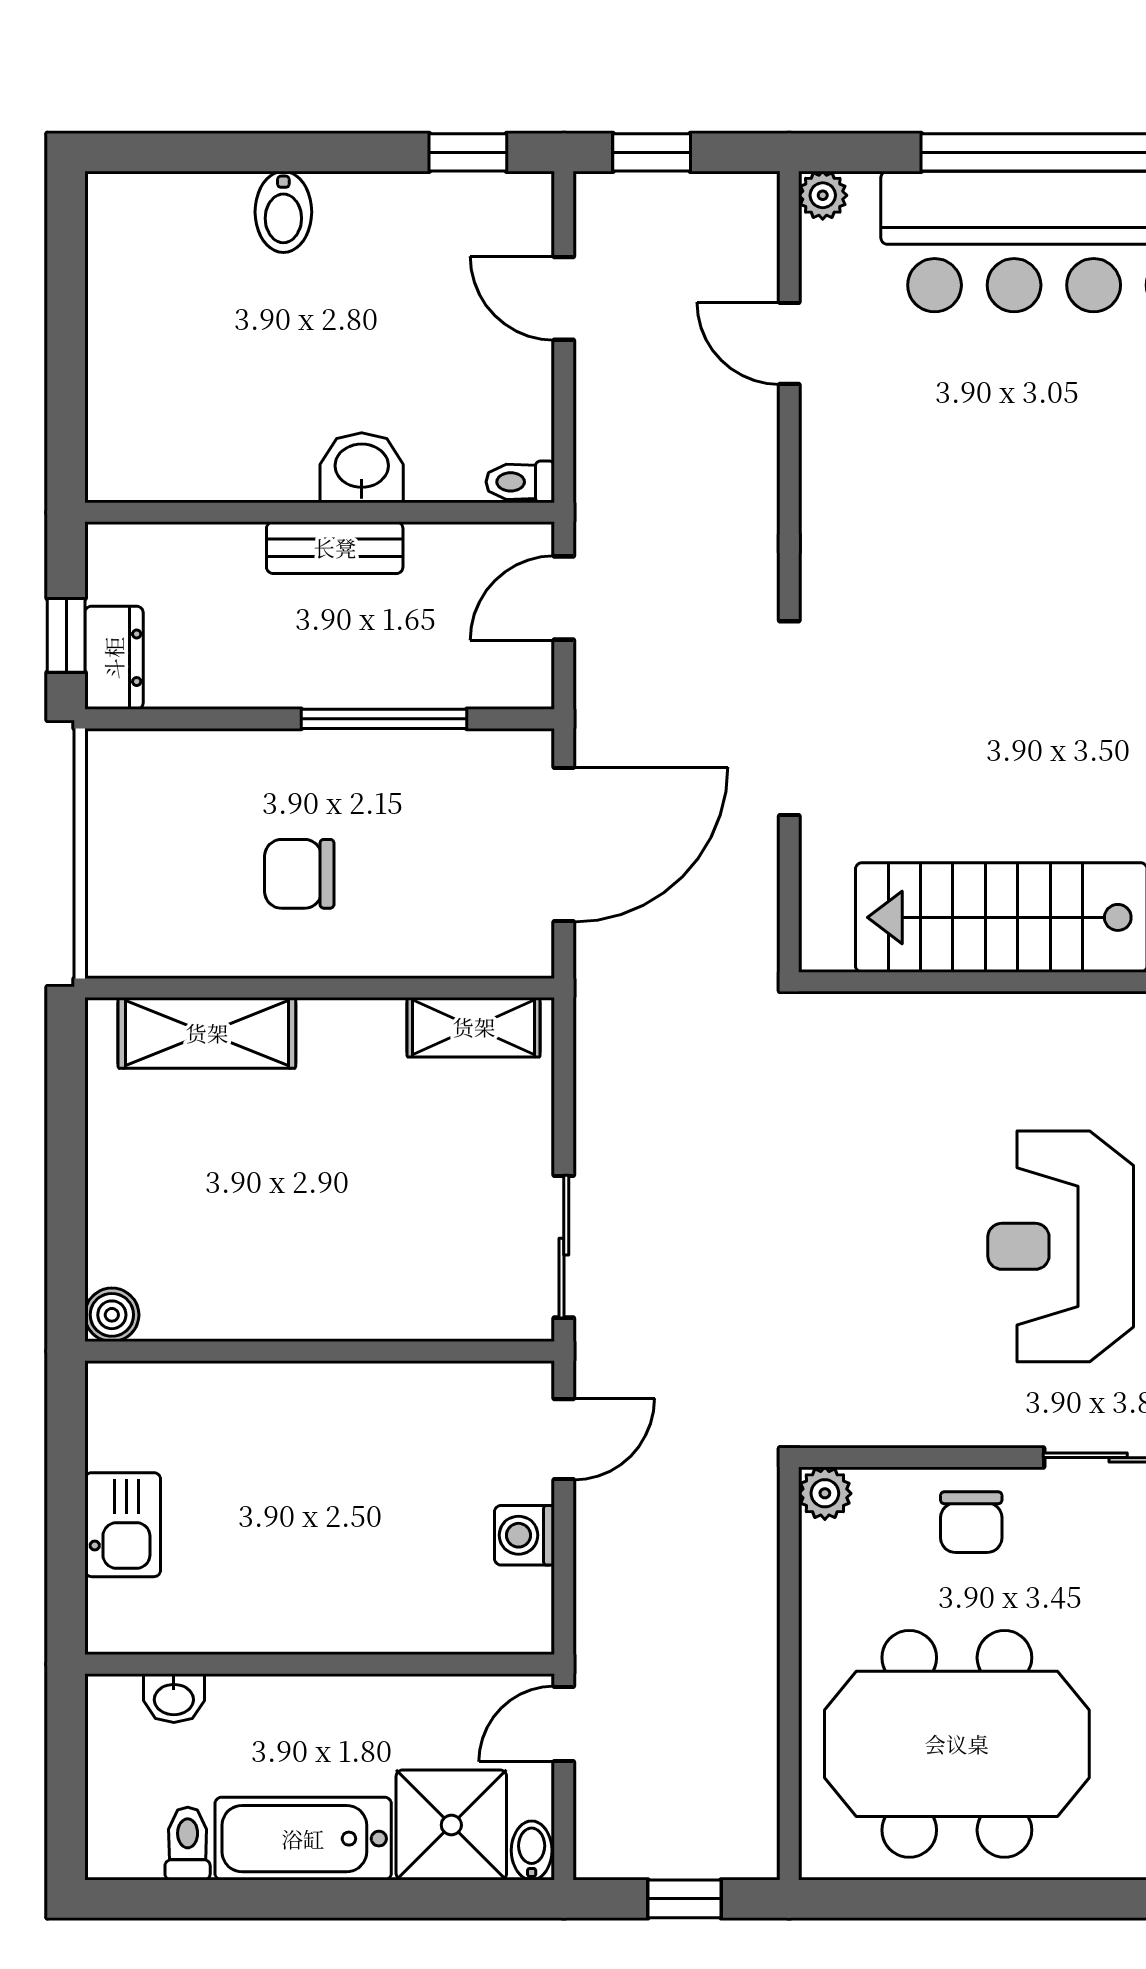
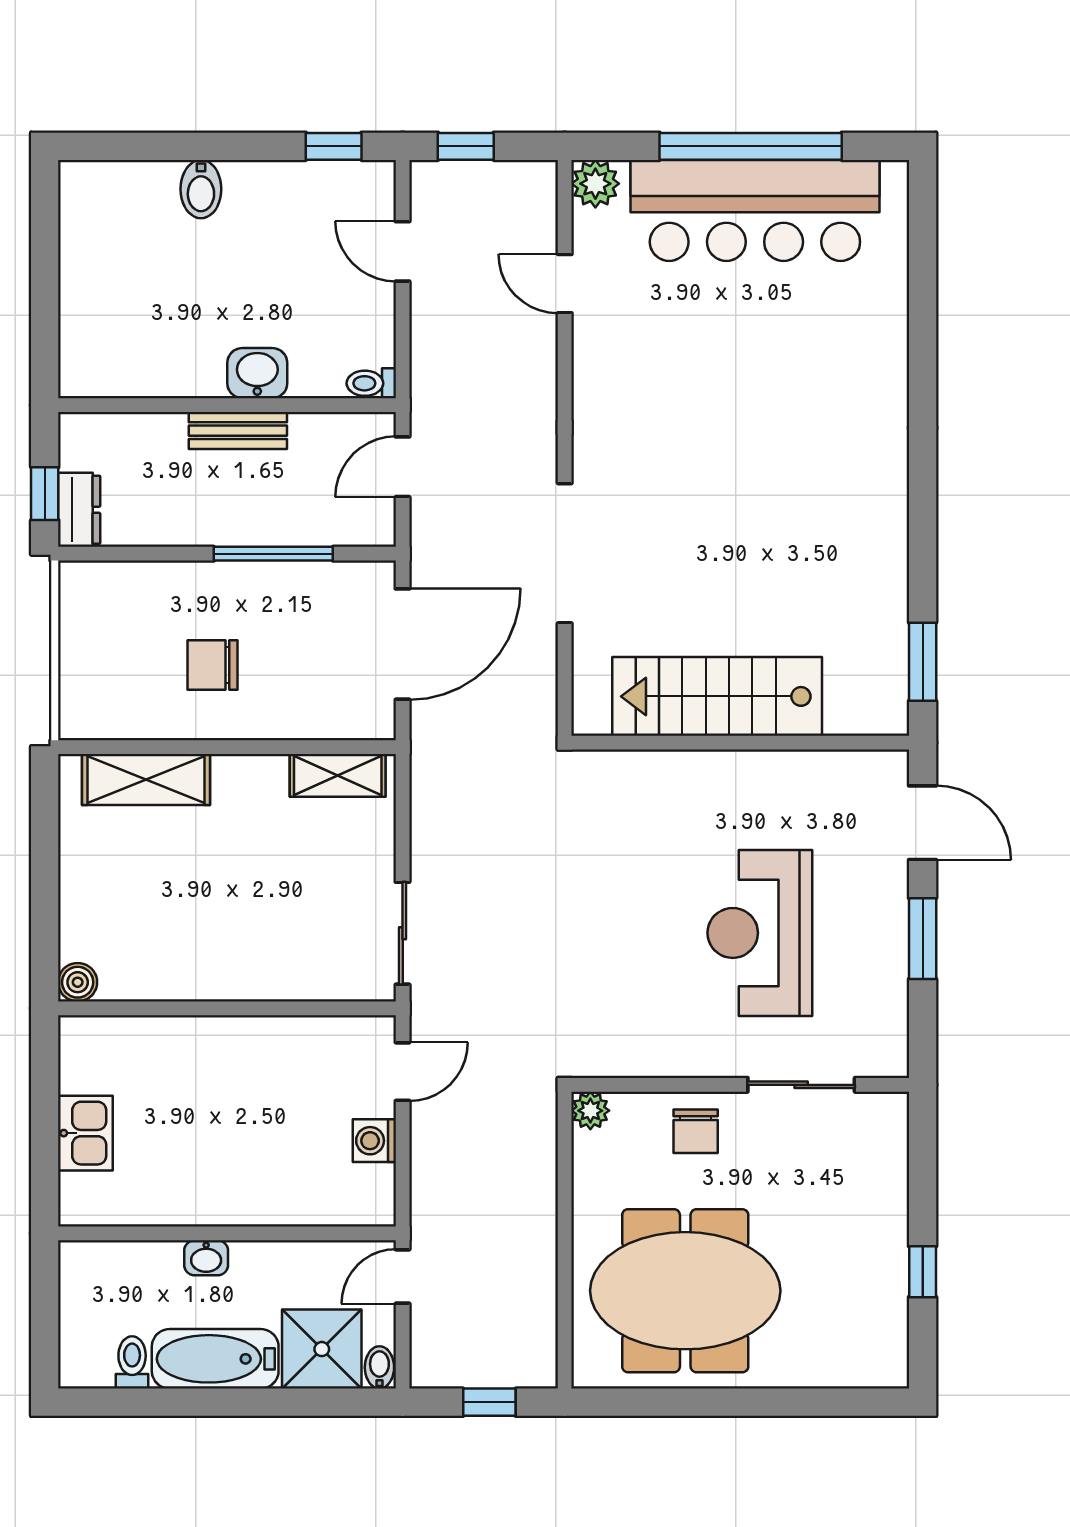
plant: (823, 195) -> (595, 184), width x1.38, depth x1.38
washbasin: (174, 1698) -> (206, 1258), moved

